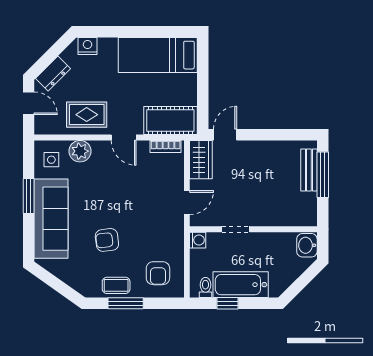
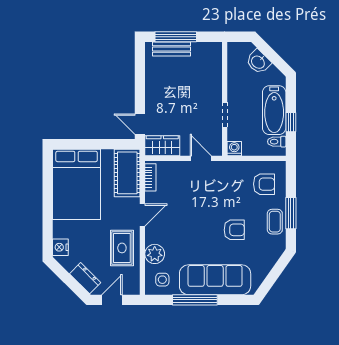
bed: (158, 55) -> (77, 184), width x1.50
window: (29, 196) -> (195, 300), width x1.44
armchair: (107, 240) -> (234, 230), turned -83
washbasin: (307, 245) -> (258, 62), moved, turned 45

